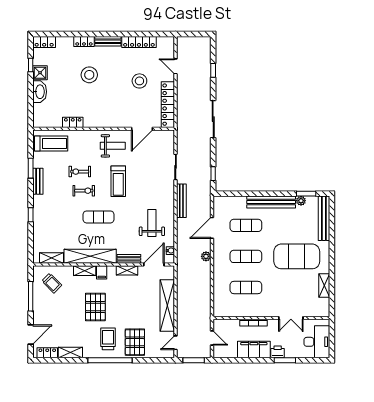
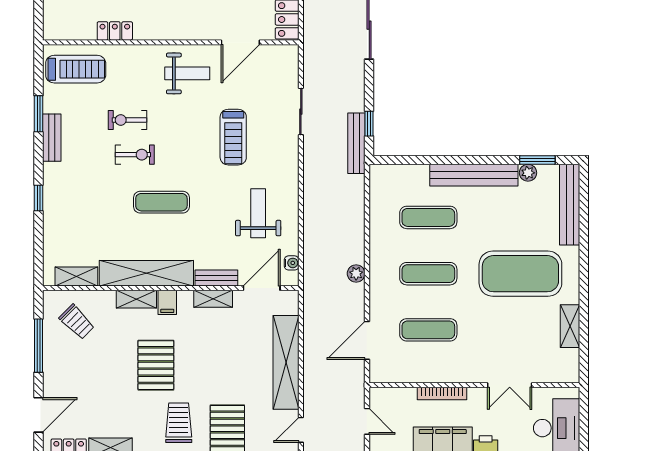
treadmill: (118, 181) -> (233, 137), moved
bench: (181, 201) -> (356, 143), moved
door: (212, 228) -> (367, 340), moved

